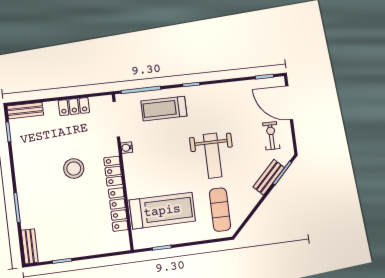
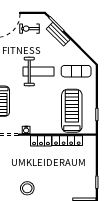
stool: (74, 169) -> (27, 188), moved

